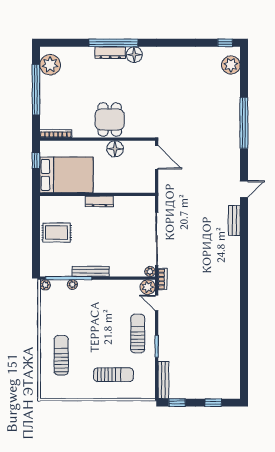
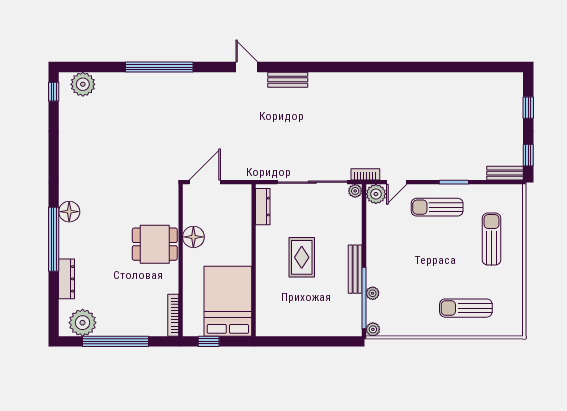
dresser: (110, 53) -> (67, 279), moved
dresser: (99, 201) -> (263, 207), moved
rug: (57, 233) -> (302, 257), moved
bench: (163, 380) -> (505, 173), width x0.73

